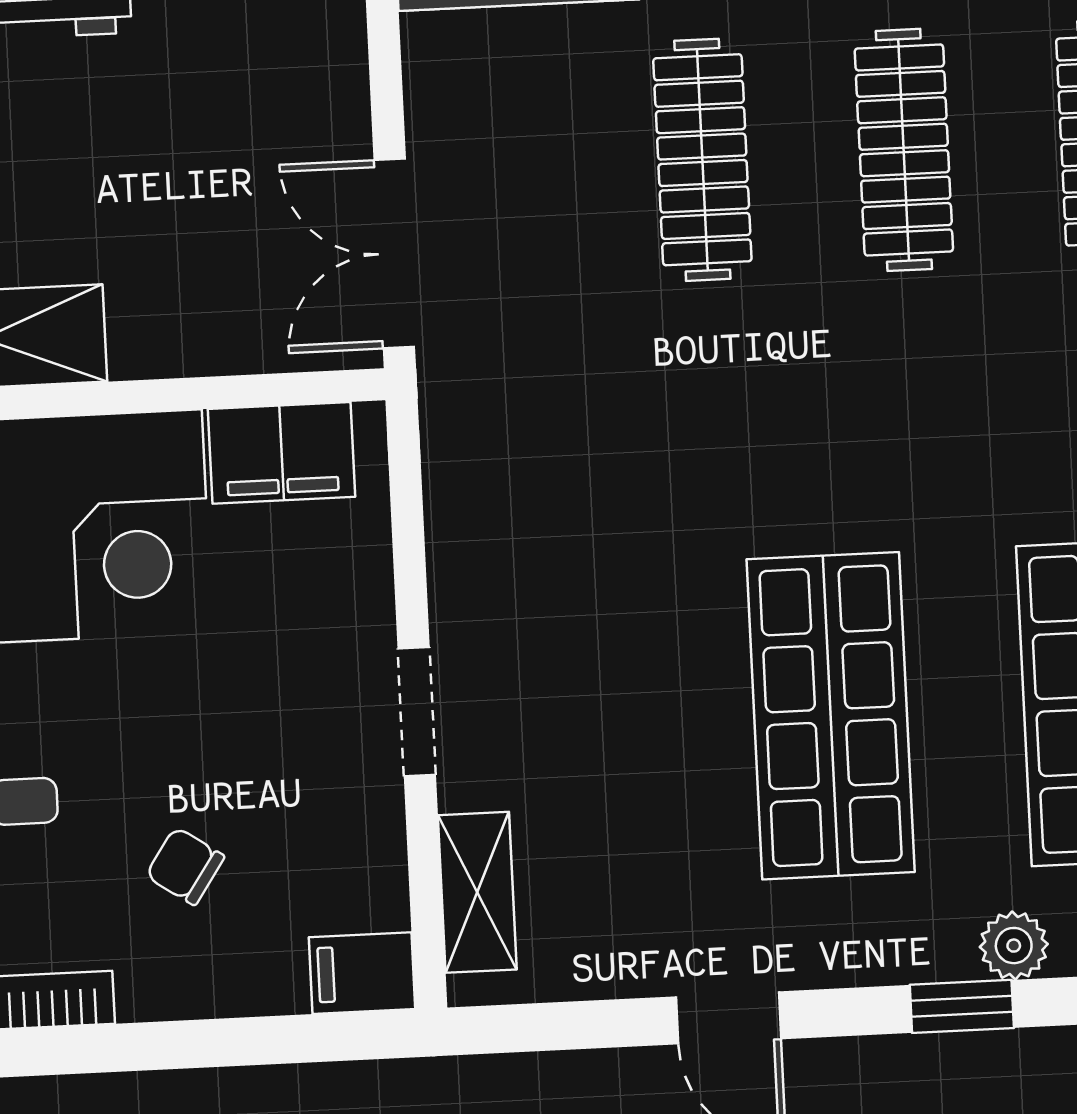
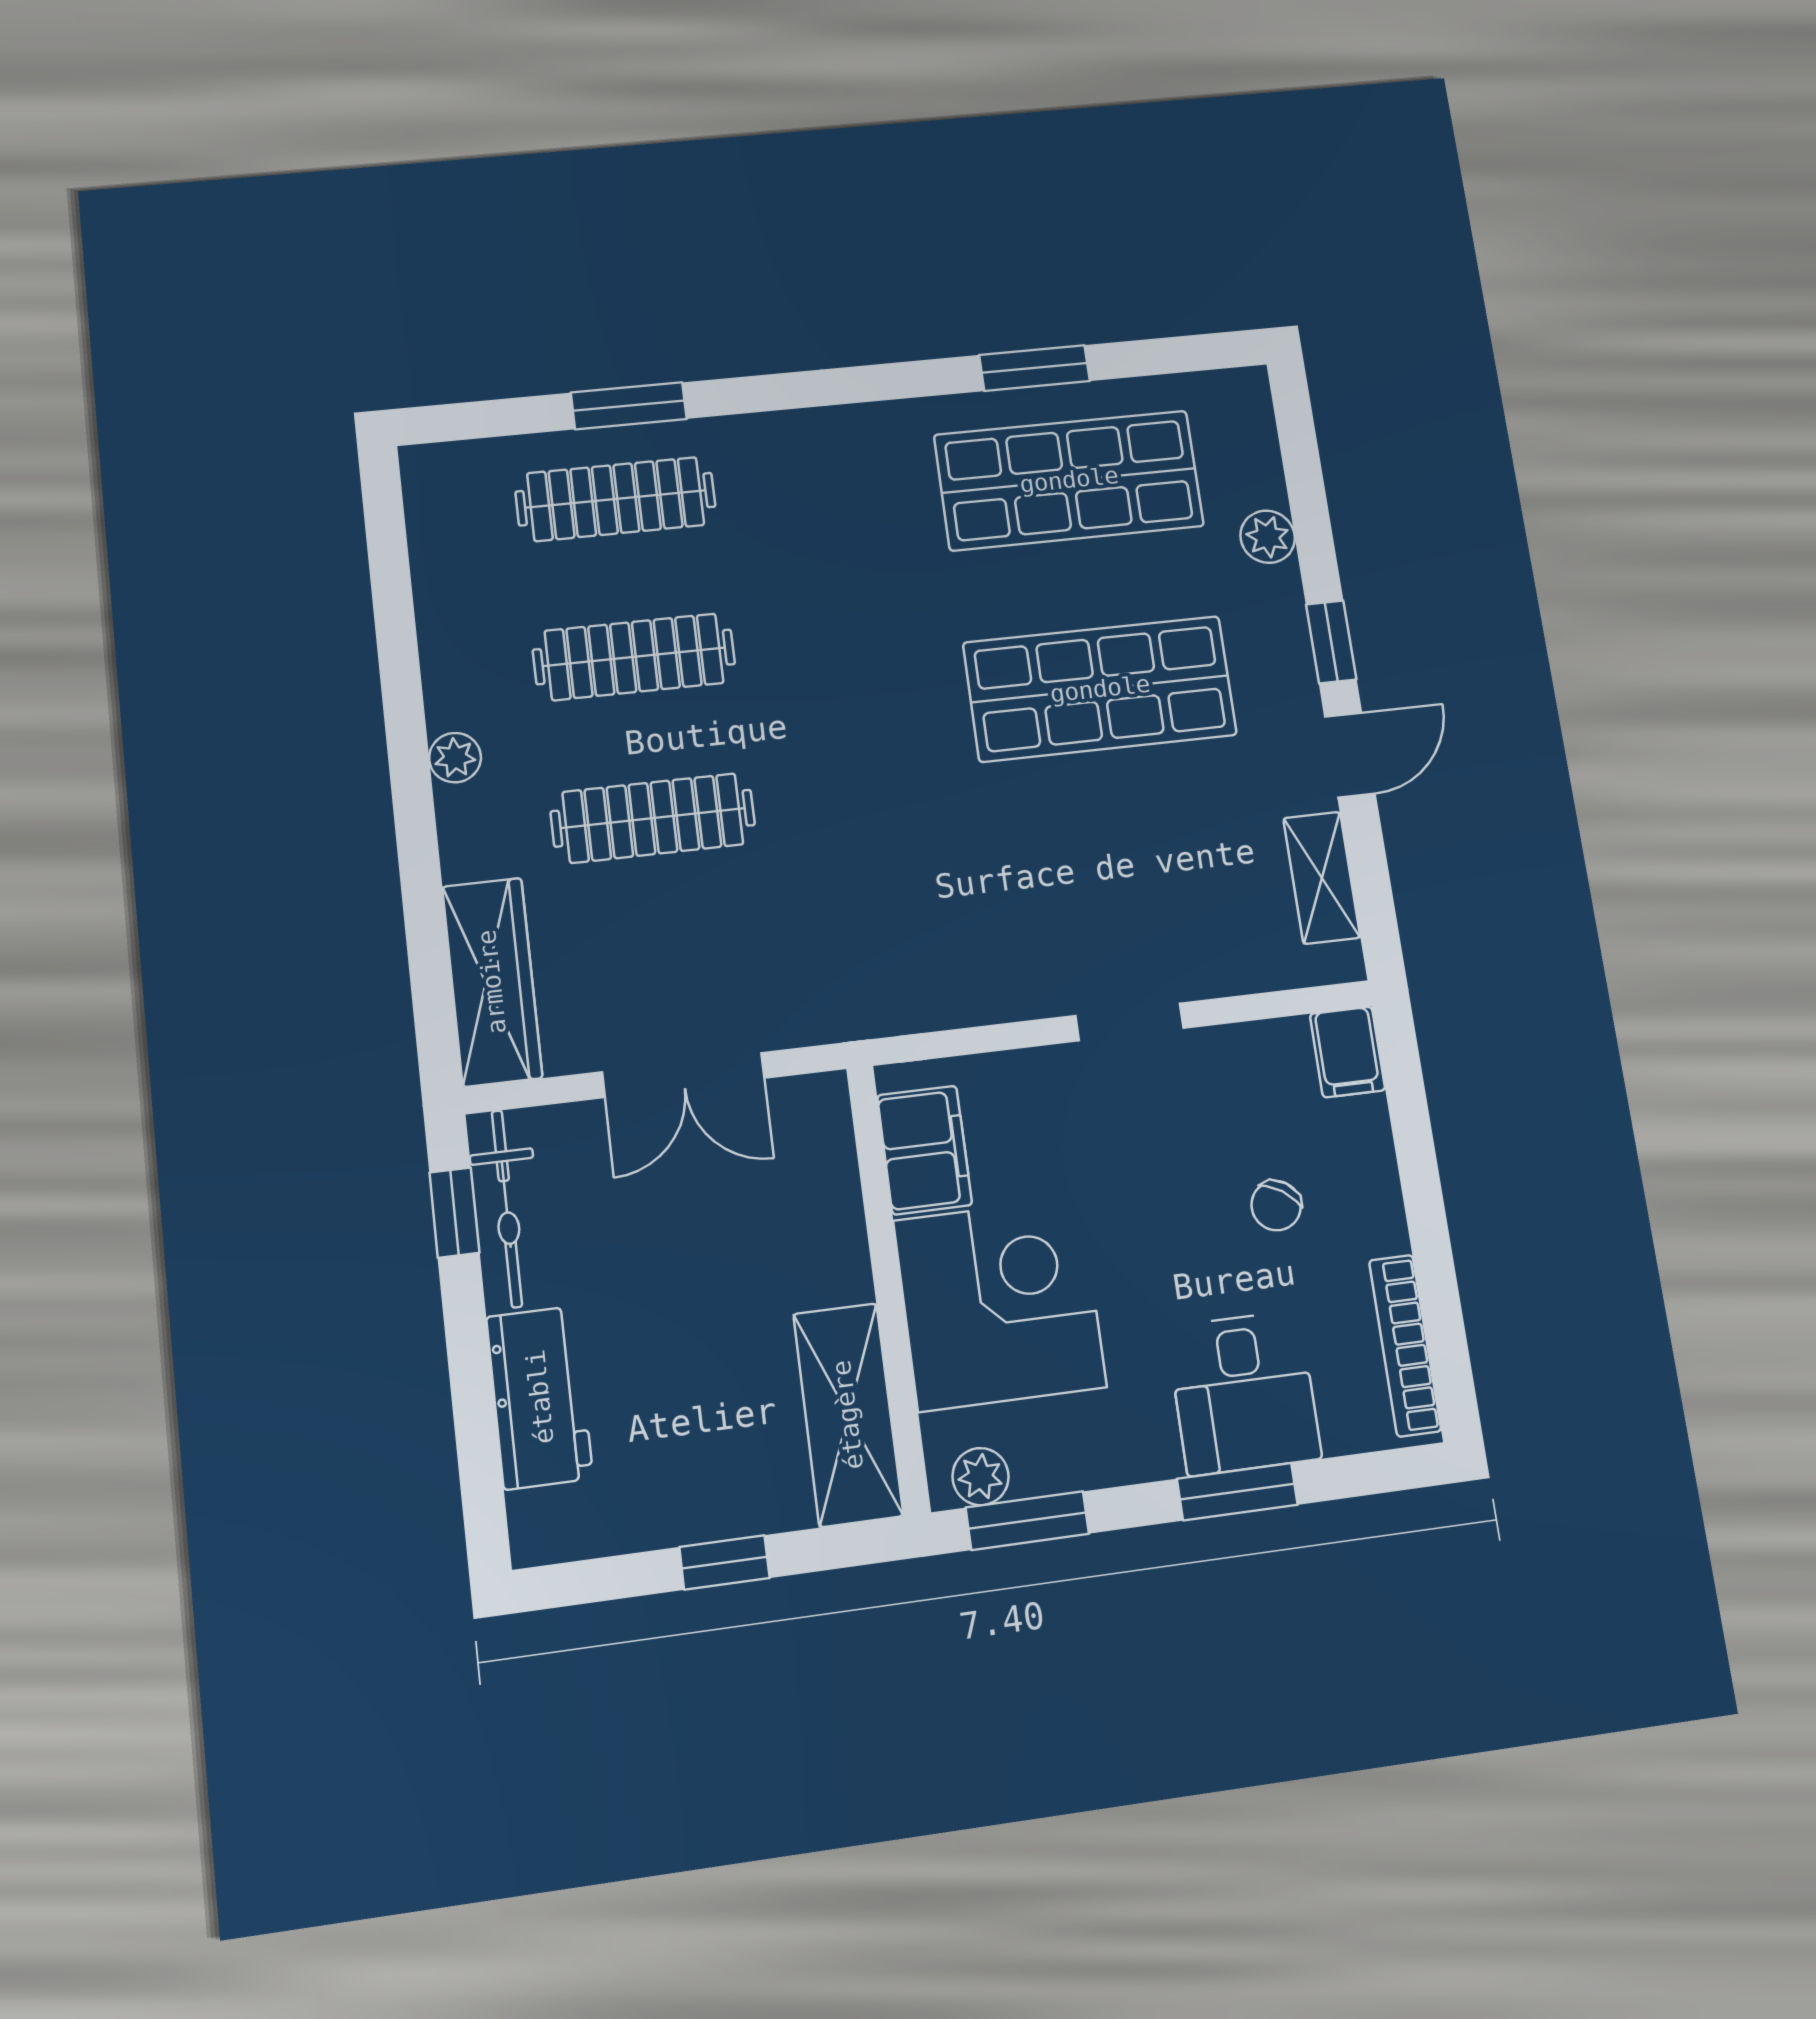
double door: (394, 254) -> (683, 1075), moved
shelving: (477, 892) -> (1322, 878), moved, turned 90
window: (962, 1006) -> (1331, 642), moved

